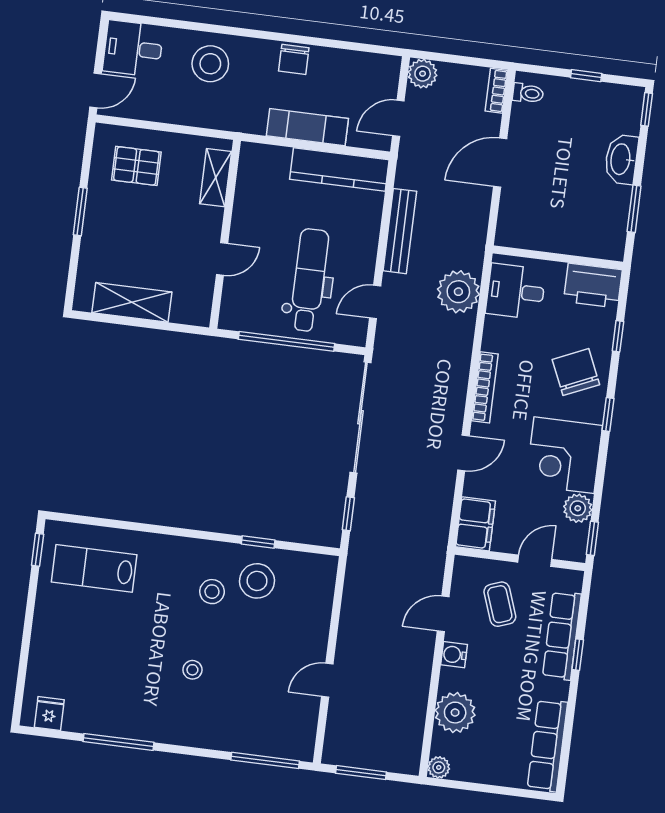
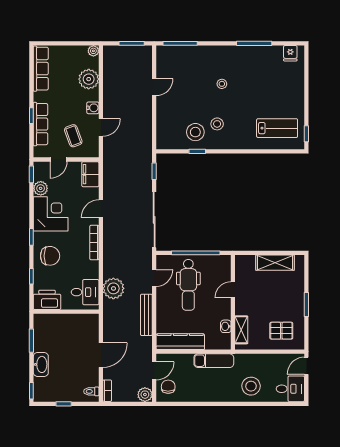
chair: (294, 59) -> (168, 387), moved
exam couch: (307, 127) -> (214, 361), moved
washbasin: (245, 188) -> (226, 326), added
chair: (576, 372) -> (50, 256), turned -66

